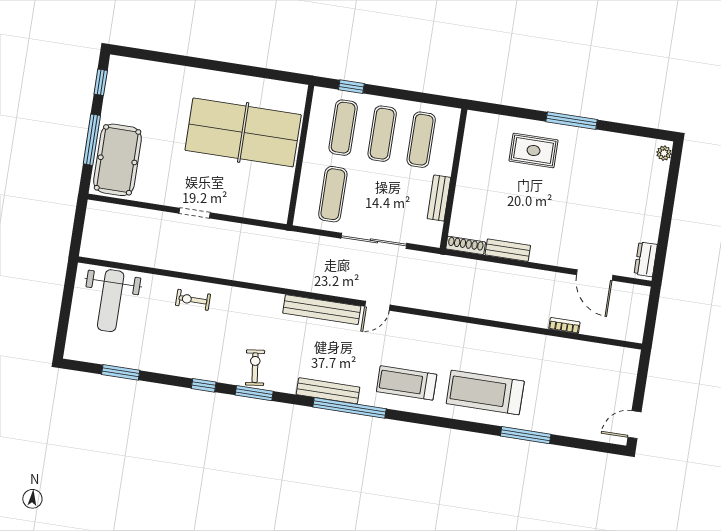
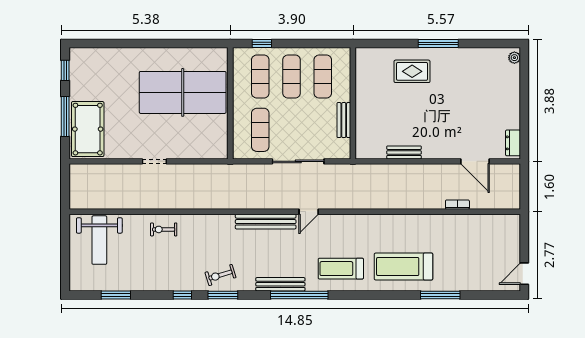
shoe rack: (466, 245) -> (370, 154), removed
exercise bike: (255, 368) -> (220, 275), turned -100

